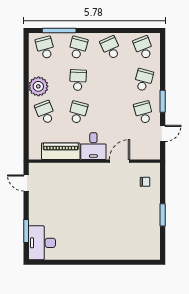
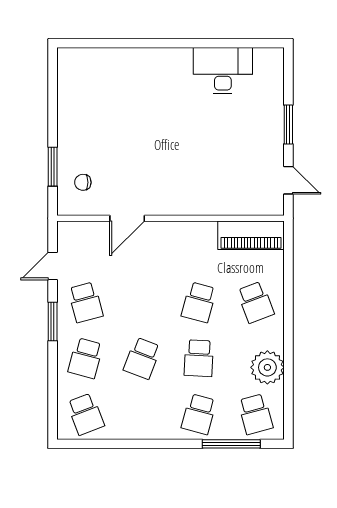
school desk: (111, 48) -> (142, 358), moved, turned 45
plant: (38, 86) -> (267, 367), moved
desk: (93, 146) -> (172, 244), removed
piano: (61, 151) -> (251, 235), moved
window: (163, 215) -> (53, 167), moved
window: (26, 231) -> (288, 125), moved
desk: (42, 243) -> (223, 71), moved, turned -90

